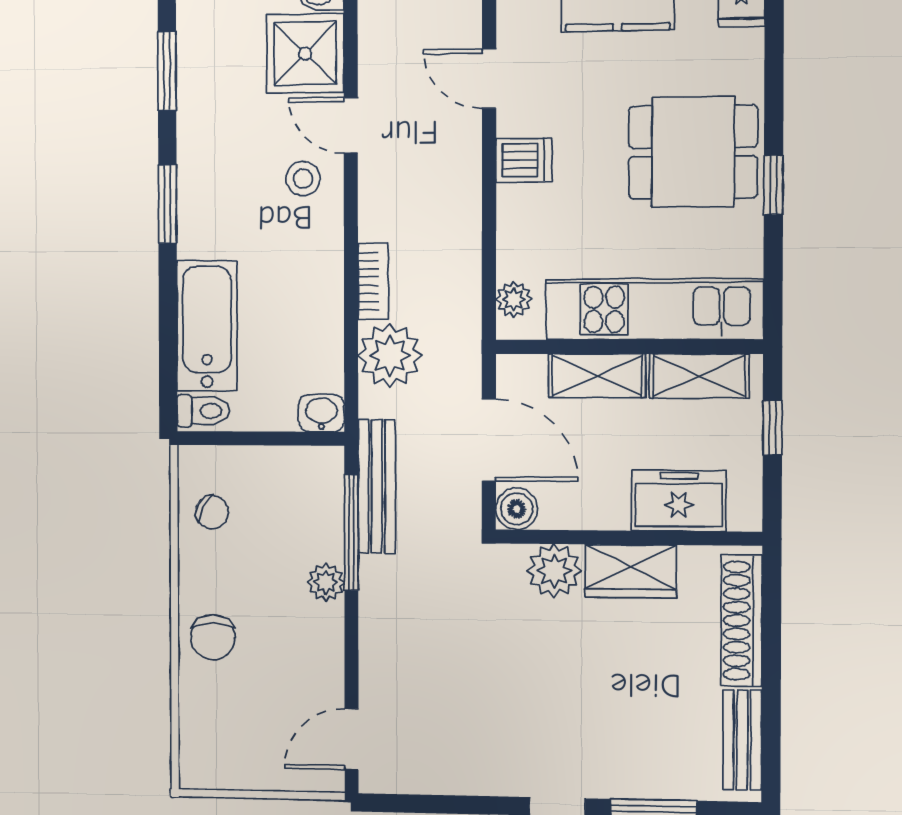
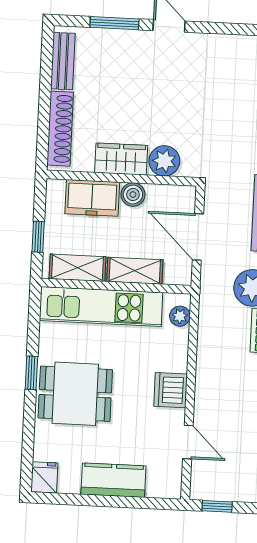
dishwasher: (524, 160) -> (171, 390), width x1.38
boiler: (517, 509) -> (133, 194), moved

